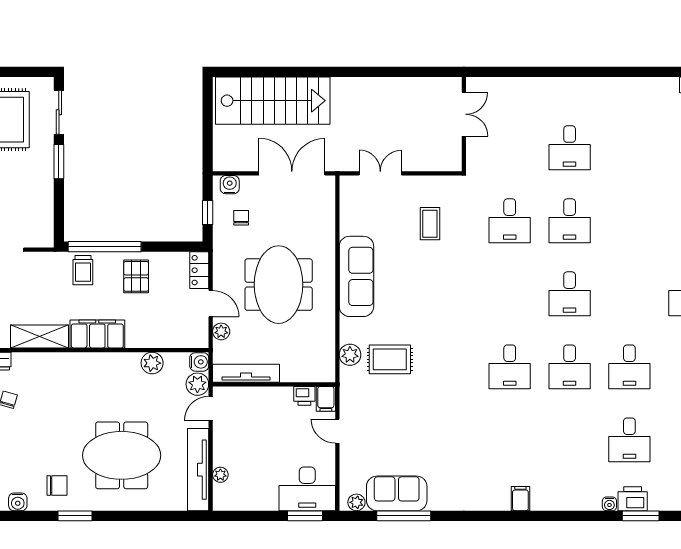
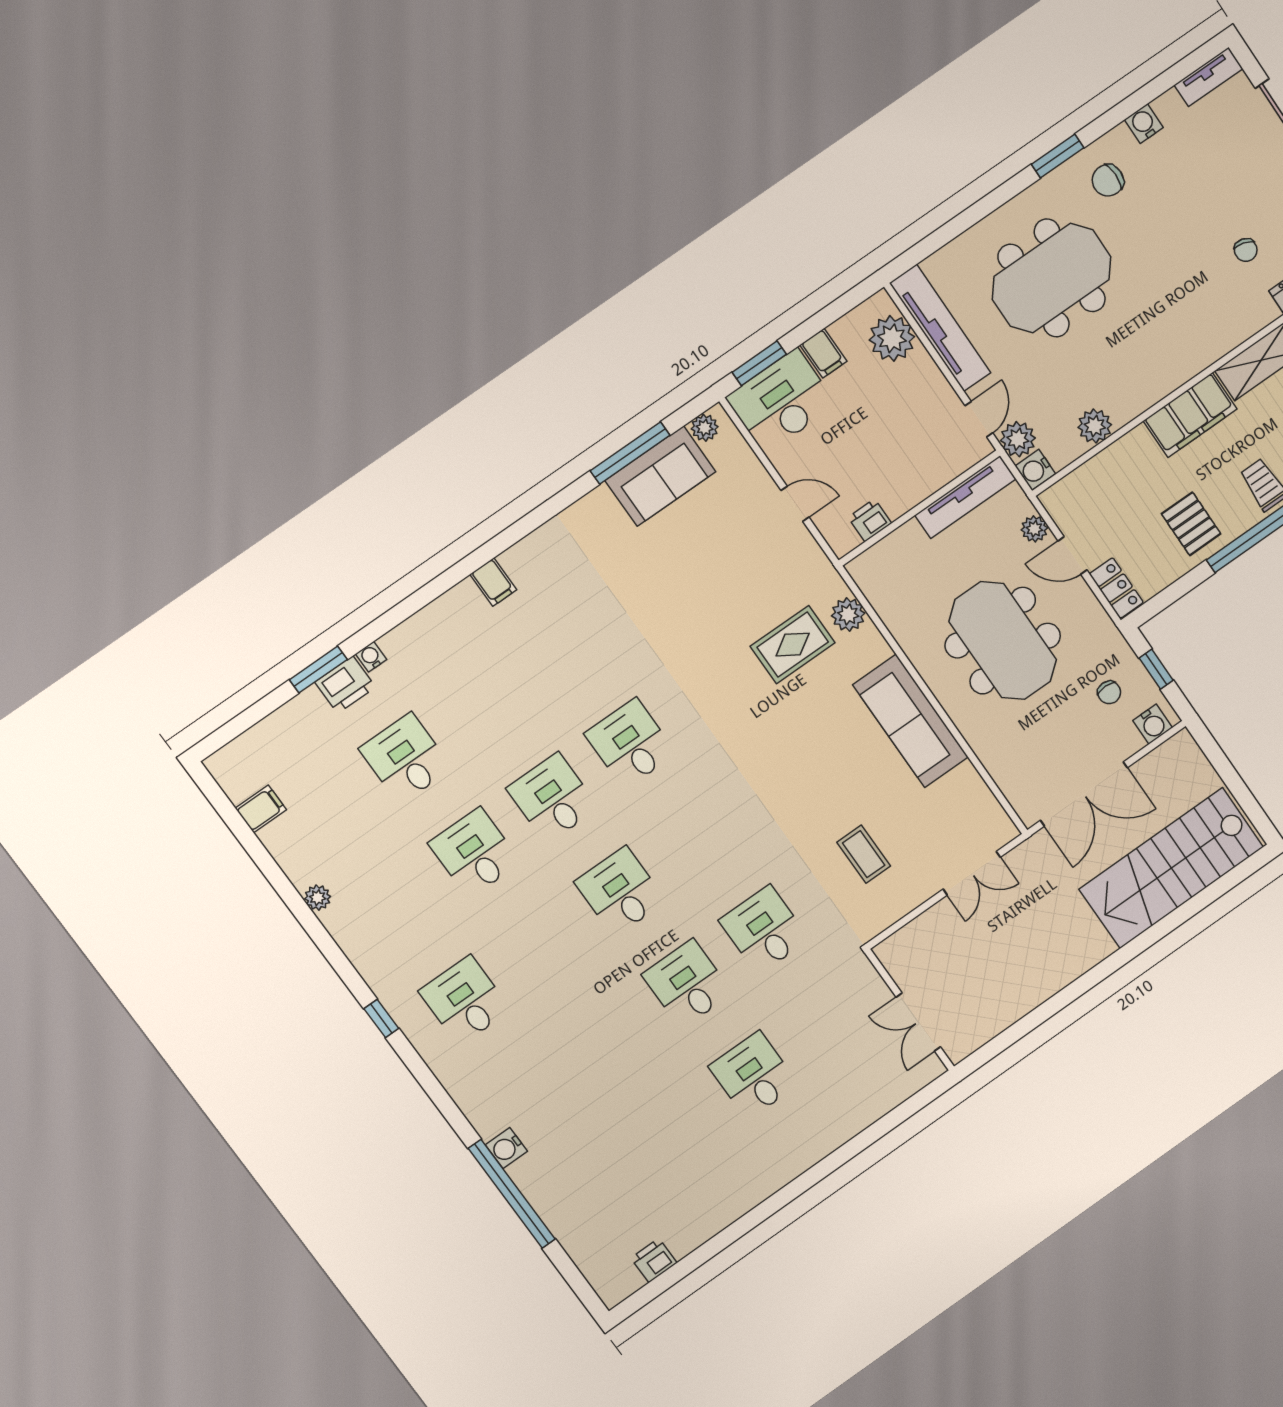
filing cabinet: (326, 399) -> (823, 353), moved, turned 180
plant: (220, 475) -> (892, 338), width x1.88, depth x1.88

